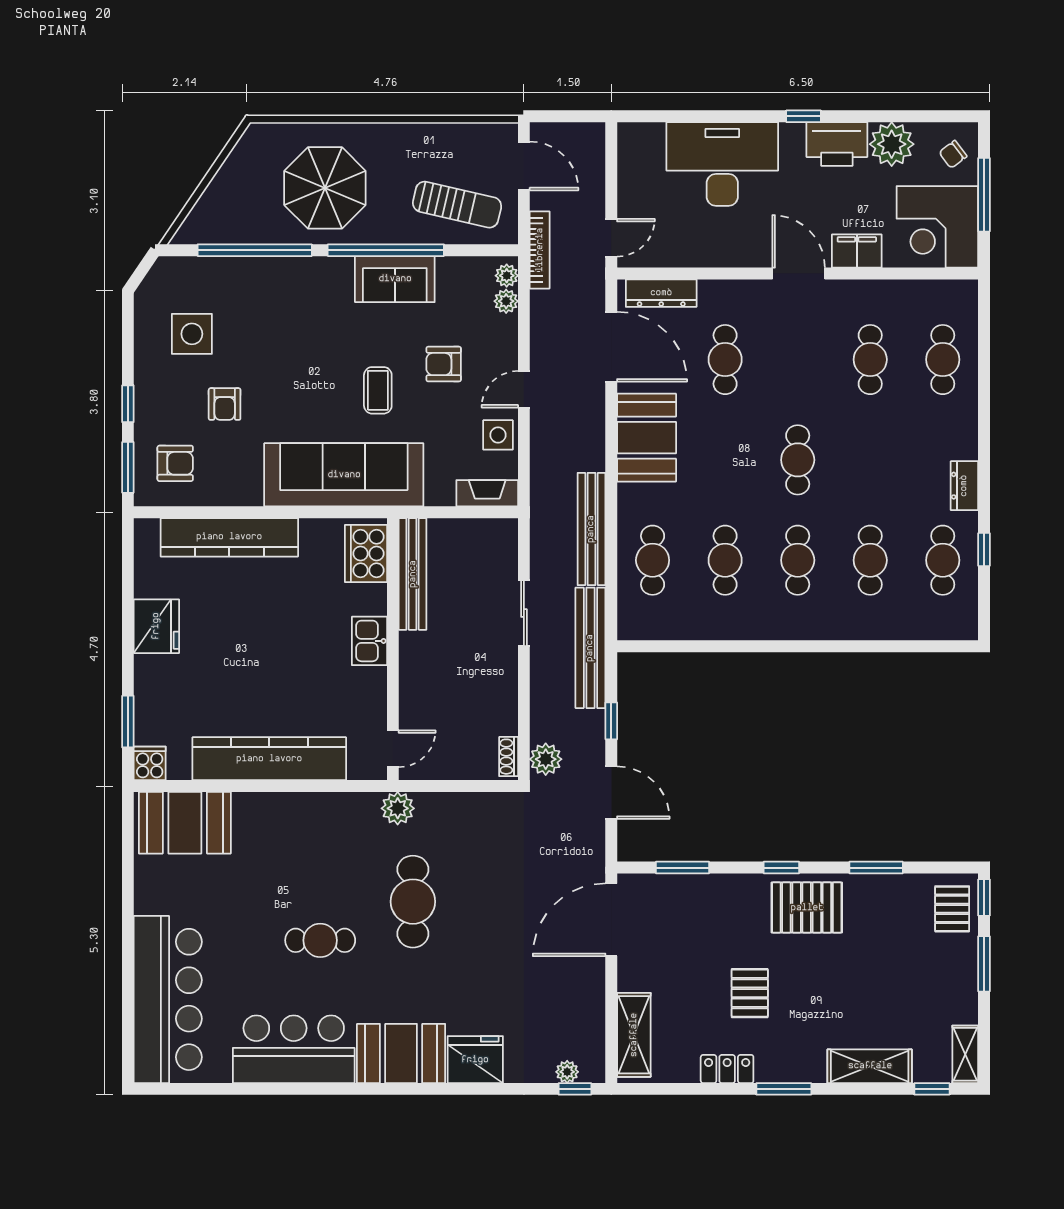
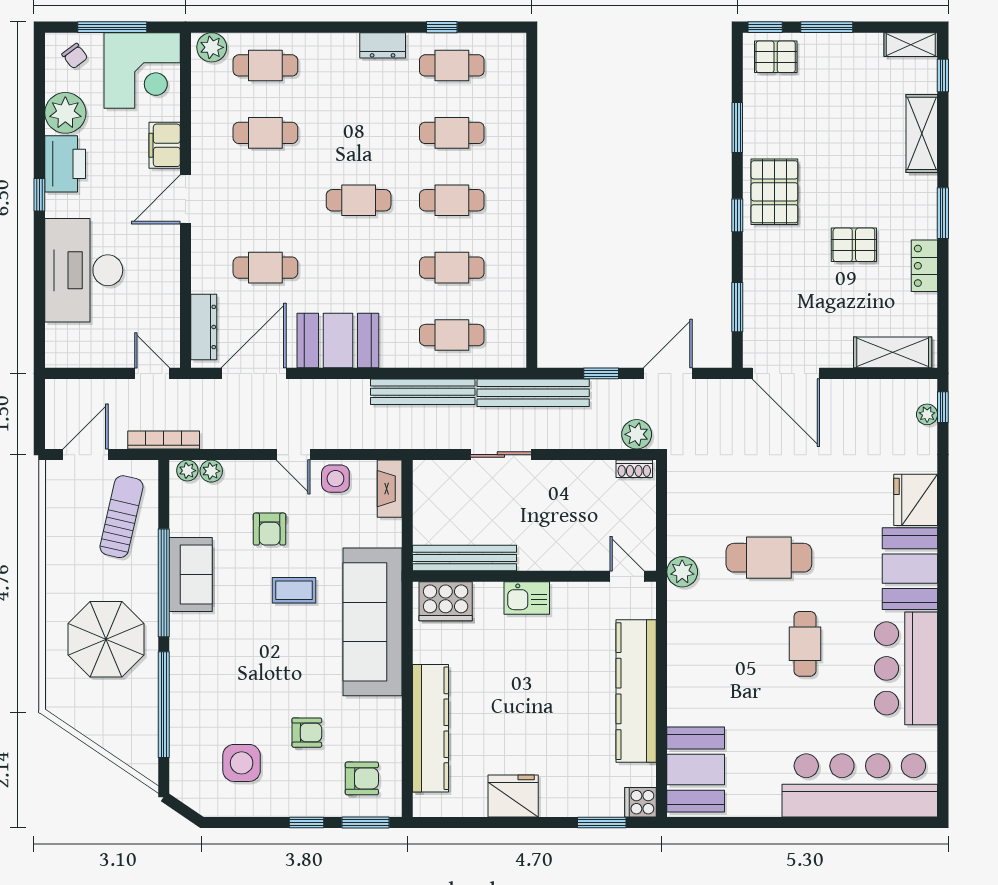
plant: (962, 302) -> (212, 47), added
armchair: (175, 463) -> (362, 778), turned 90

